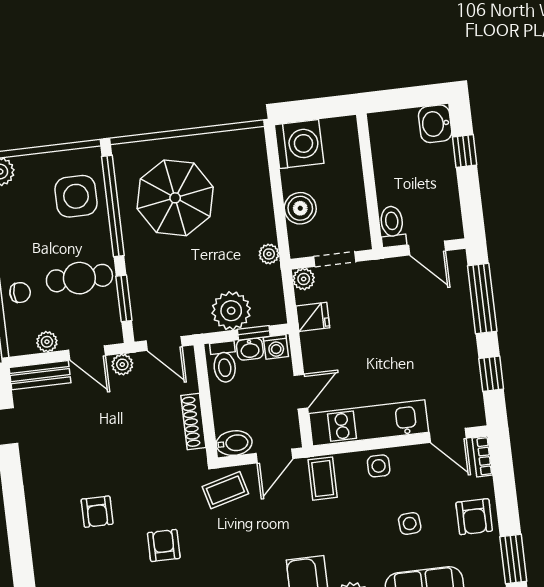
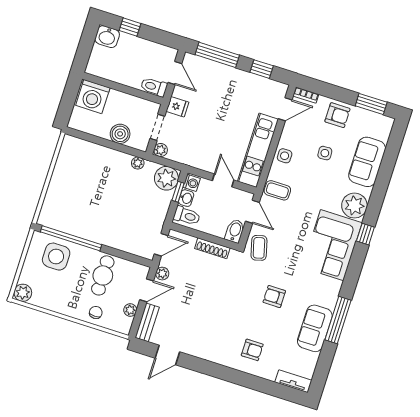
washing machine: (299, 144) -> (93, 97), moved, turned 180
parasol: (175, 198) -> (82, 201), removed
door: (427, 248) -> (175, 73), hinge flipped
window: (124, 298) -> (126, 256), removed
plant: (231, 311) -> (166, 178), moved
fridge: (313, 317) -> (177, 107), moved, turned 90
armchair: (97, 512) -> (252, 350), moved

